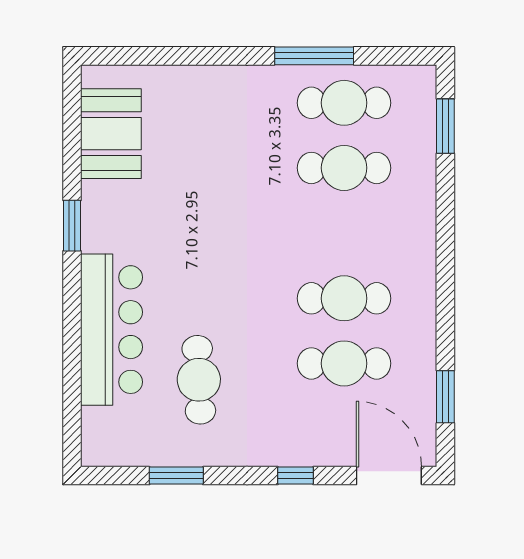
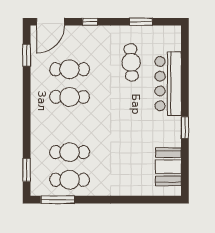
window: (314, 56) -> (58, 200), moved
door: (389, 476) -> (51, 22), hinge flipped

